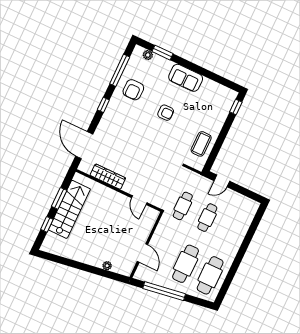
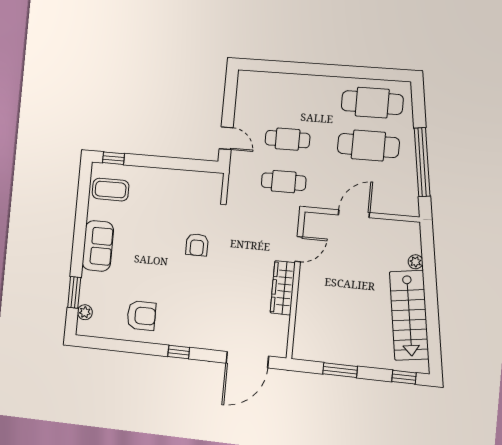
window: (120, 70) -> (121, 346), removed
armchair: (166, 113) -> (197, 245), moved, turned 180
coffee table: (201, 144) -> (111, 190), moved
wardrobe: (108, 177) -> (283, 288), moved
stairs: (69, 209) -> (409, 315), moved, turned -99
window: (47, 224) -> (404, 377), moved
door: (142, 253) -> (354, 214), moved

